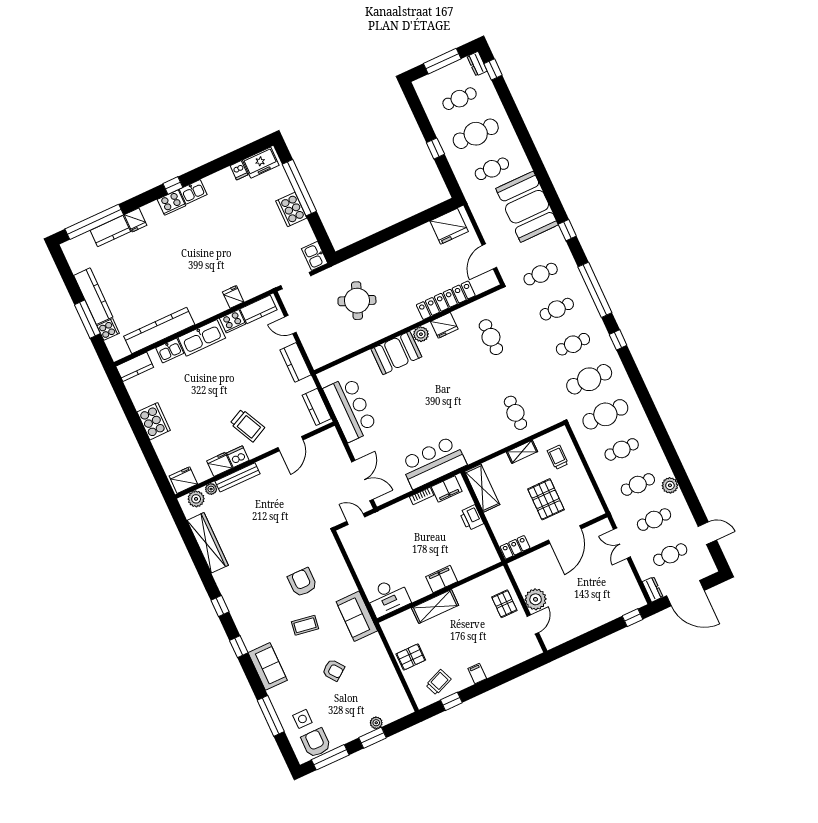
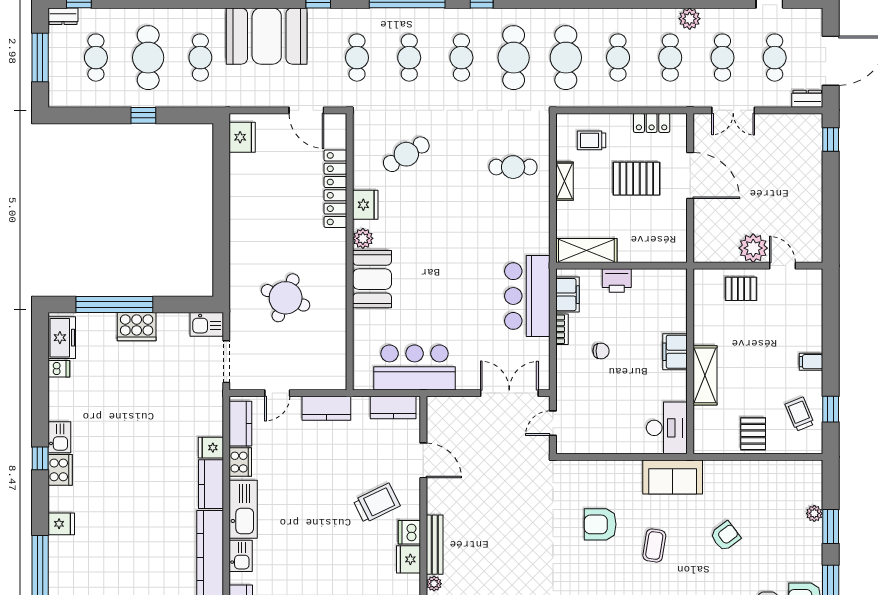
fridge: (449, 226) -> (242, 137), width x0.73, depth x0.75
kitchen counter: (110, 231) -> (211, 484), moved, turned 180
cafe table: (491, 337) -> (406, 154), turned -32
chair: (419, 529) -> (601, 351), added
locker: (515, 547) -> (652, 123), moved, turned -90

